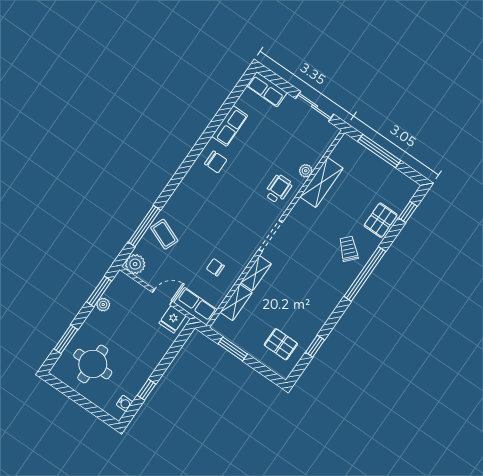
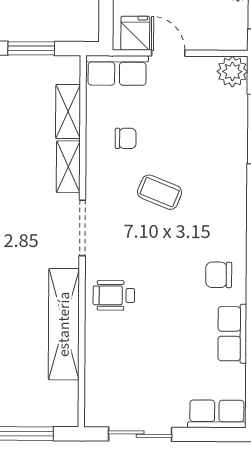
plant: (306, 171) -> (95, 343), removed
shelving: (321, 182) -> (64, 324), width x1.47
wheelchair: (278, 189) -> (114, 295), turned 90
coffee table: (164, 234) -> (160, 192), moved
door: (162, 297) -> (168, 53), swing flipped

